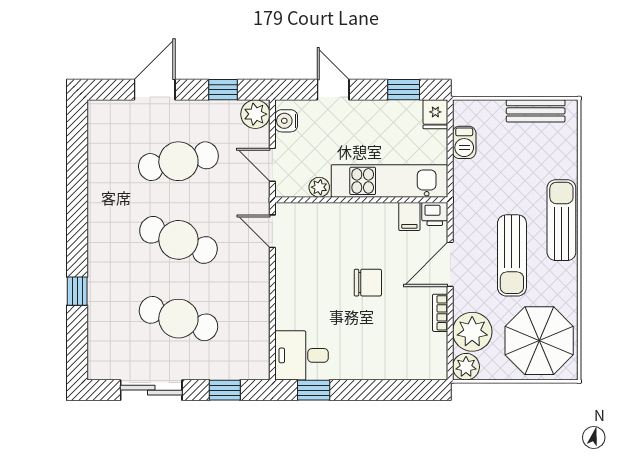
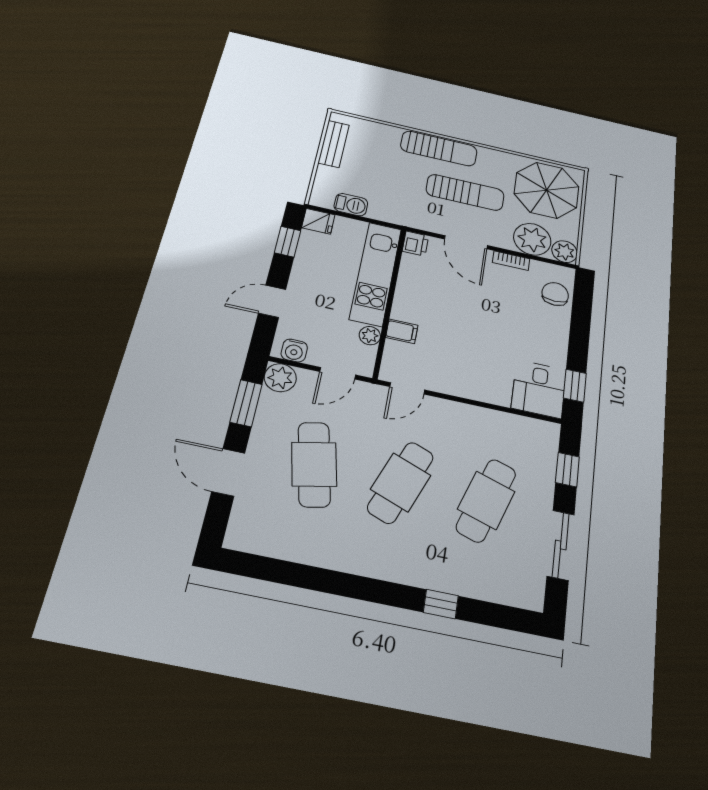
window: (223, 90) -> (246, 403), width x1.50
filing cabinet: (409, 216) -> (402, 331), moved
sun lounger: (561, 220) -> (439, 148), turned 180
chair: (368, 283) -> (555, 294), moved

